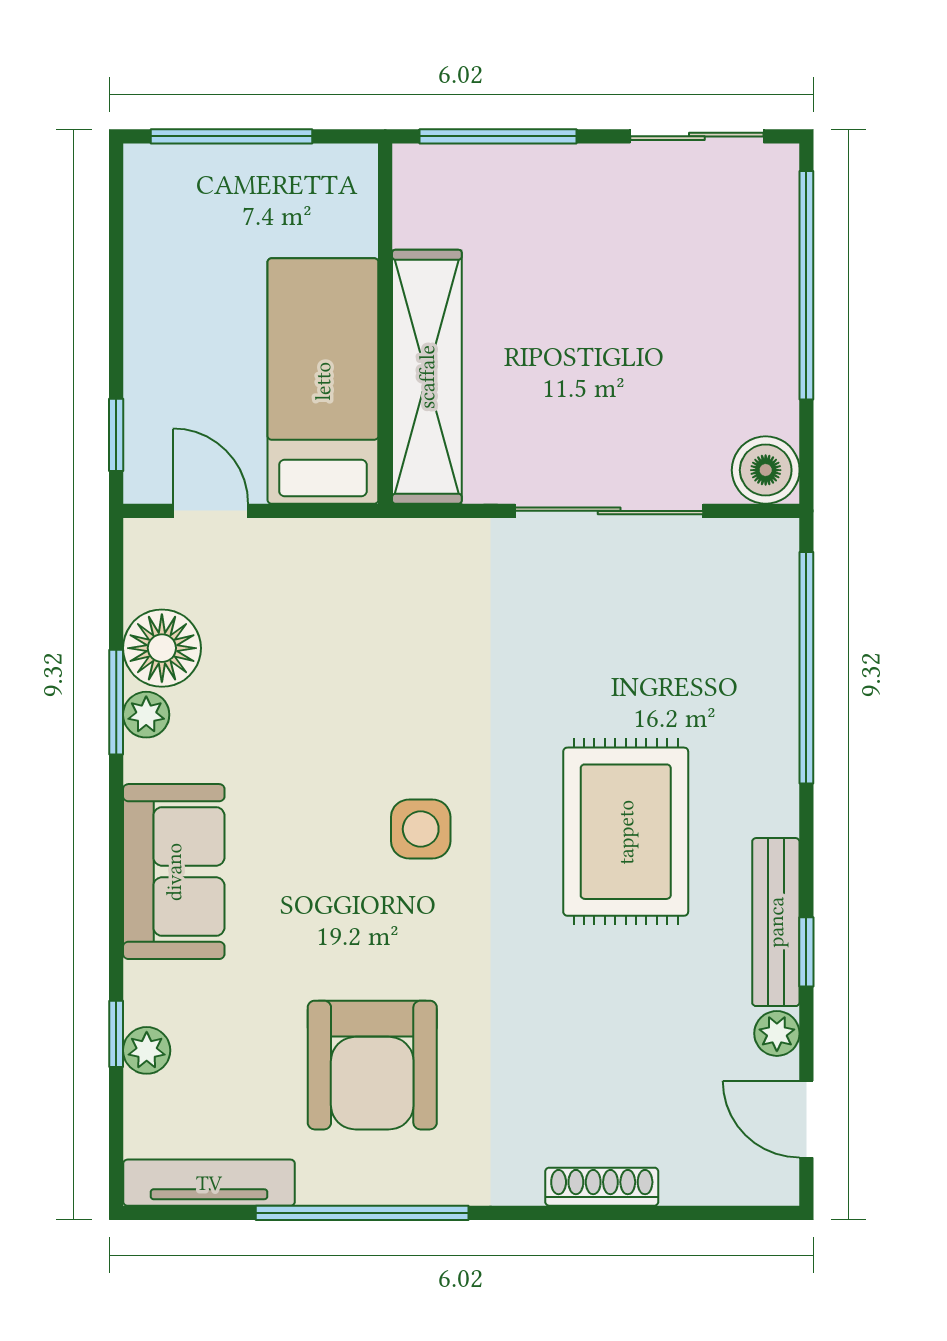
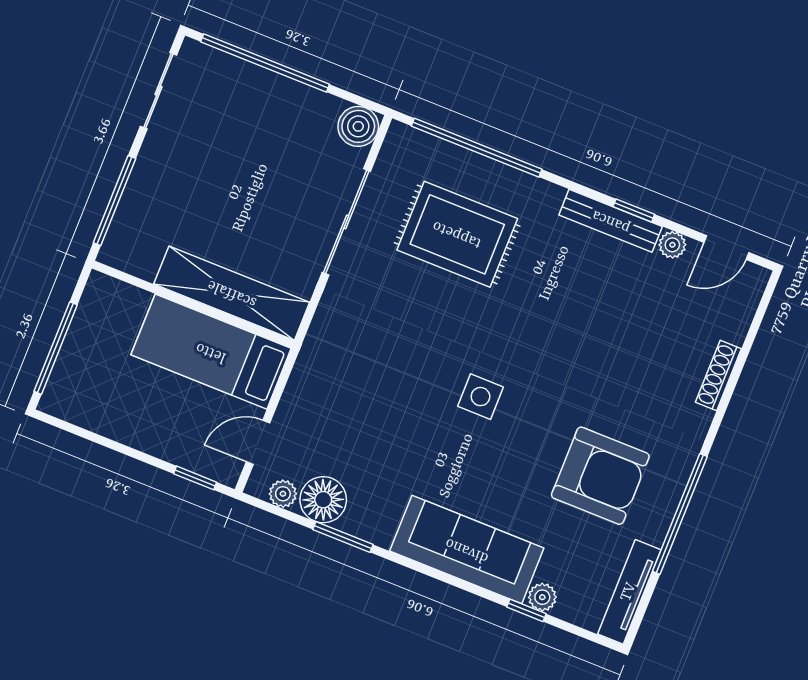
plant: (146, 715) -> (283, 494), moved
rug: (626, 832) -> (457, 234), moved
sofa: (174, 872) -> (467, 550), width x1.36

